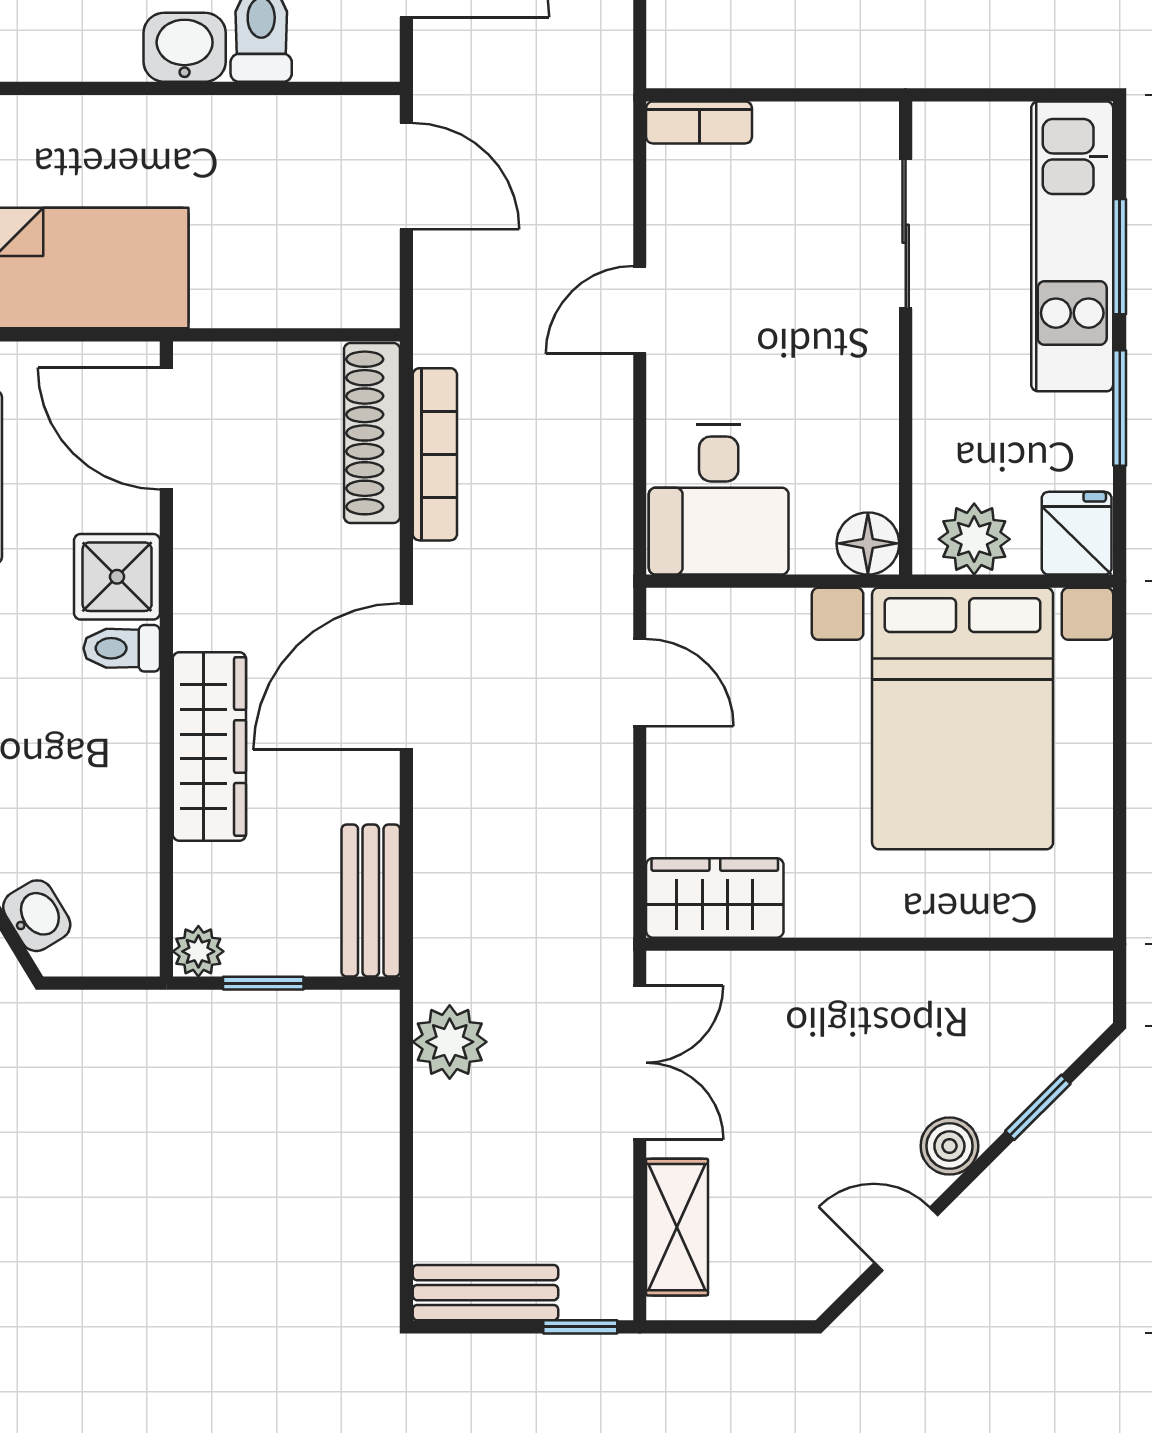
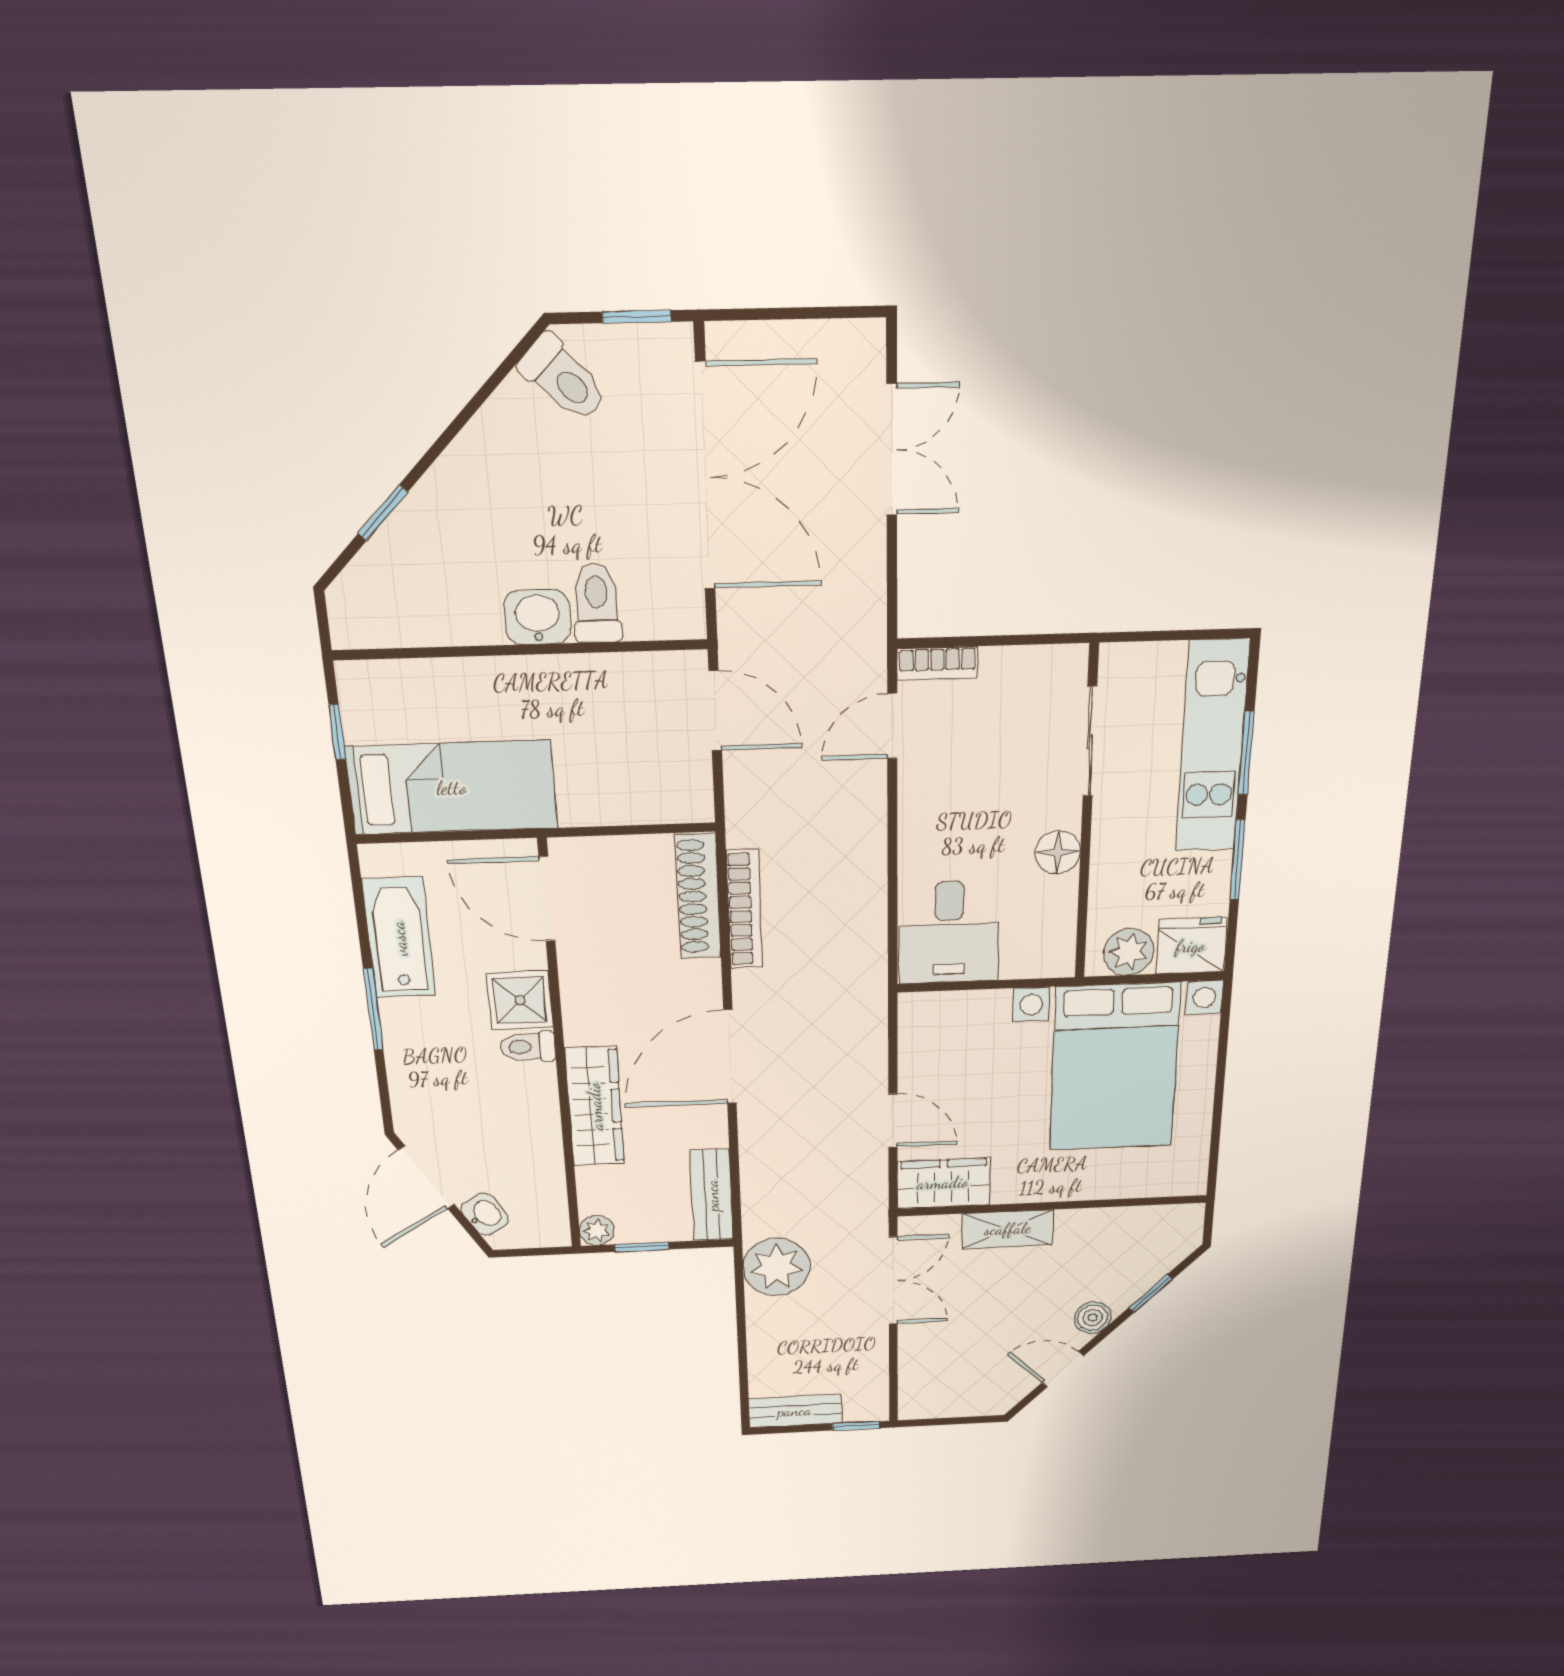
door: (640, 310) -> (892, 726), moved
fridge: (1077, 533) -> (1191, 946), width x1.38
floor lamp: (868, 543) -> (1058, 852), moved
door: (640, 682) -> (893, 1121), moved
plant: (450, 1042) -> (777, 1267), width x1.36, depth x1.36
shelving: (677, 1227) -> (1008, 1229), moved, turned 90

